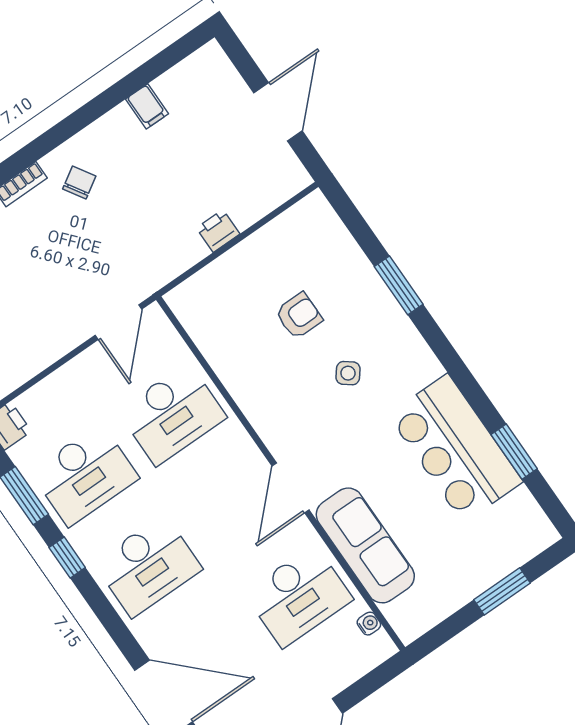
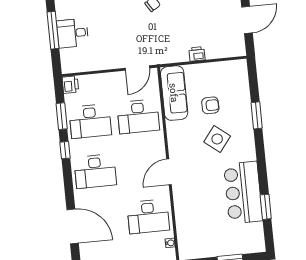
side table: (348, 373) -> (217, 139), width x1.87, depth x1.87
sofa: (365, 545) -> (174, 93), moved

